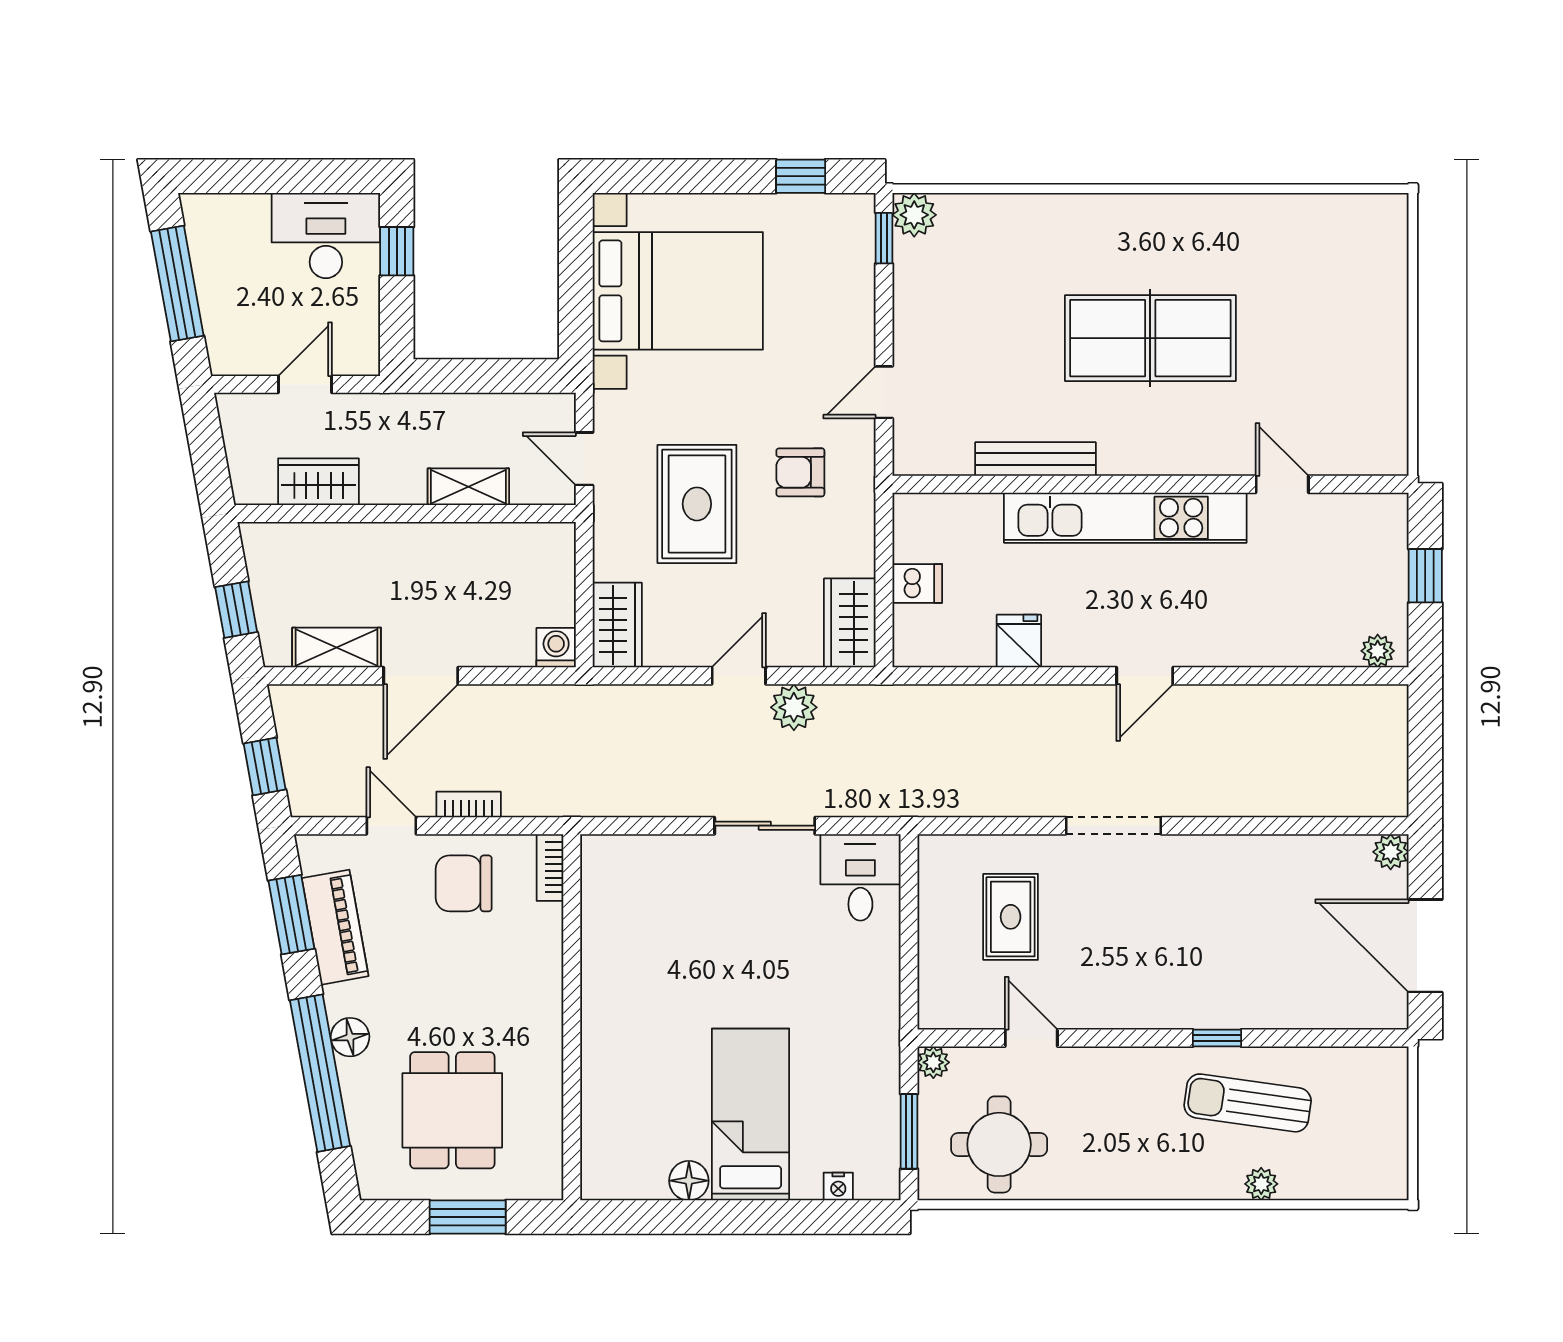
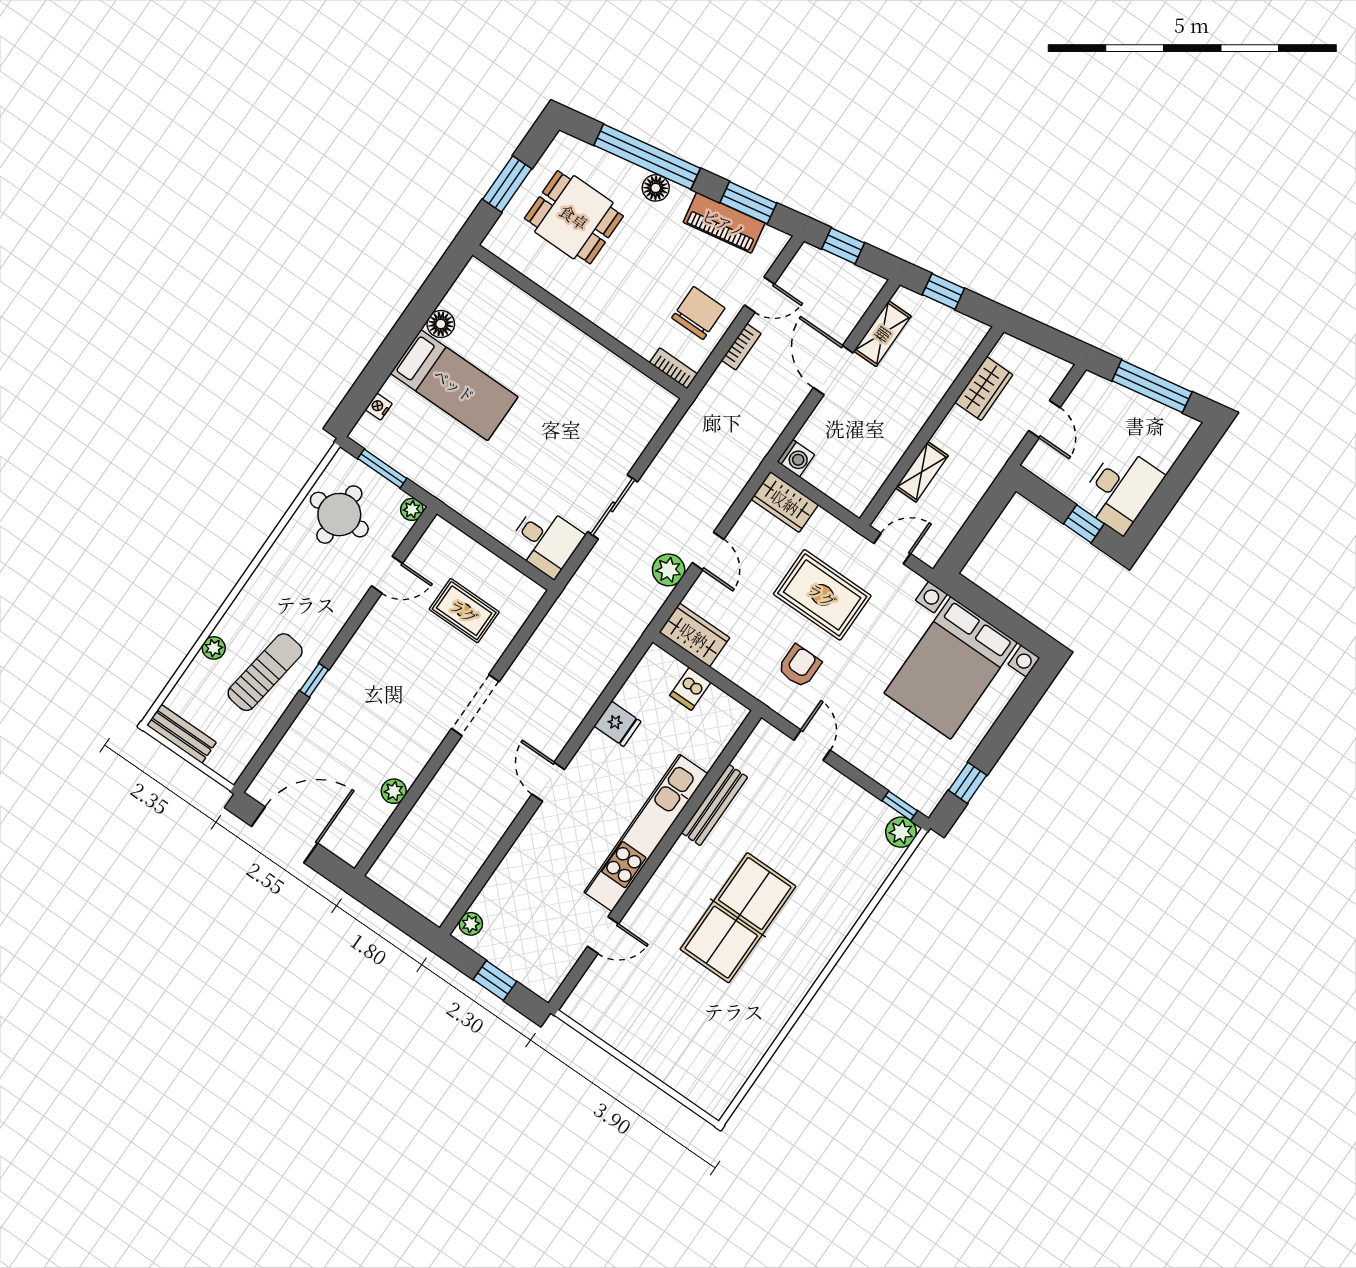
plant: (1391, 852) -> (394, 791), moved
bench: (1390, 1152) -> (181, 734), added

